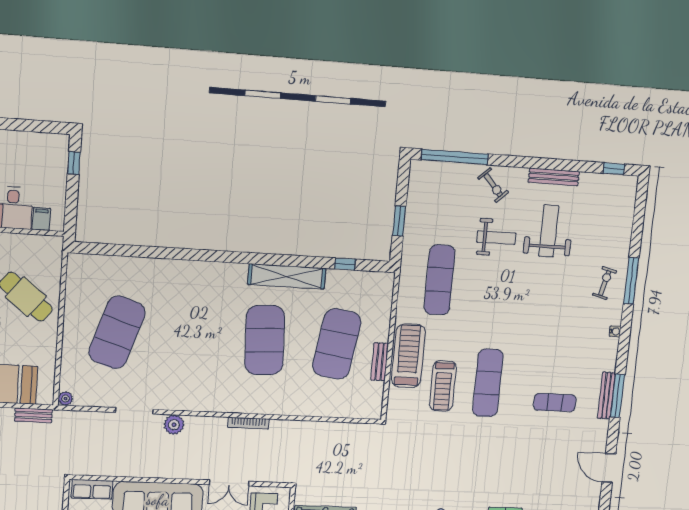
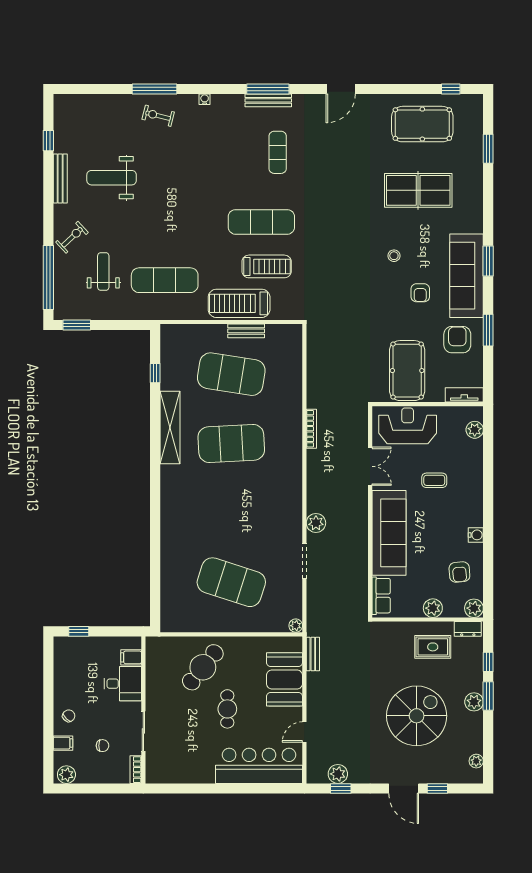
window: (614, 169) -> (48, 141), moved
window: (399, 221) -> (77, 325), moved
weight bench: (496, 238) -> (103, 272), moved
bookcase: (248, 423) -> (311, 429), moved

